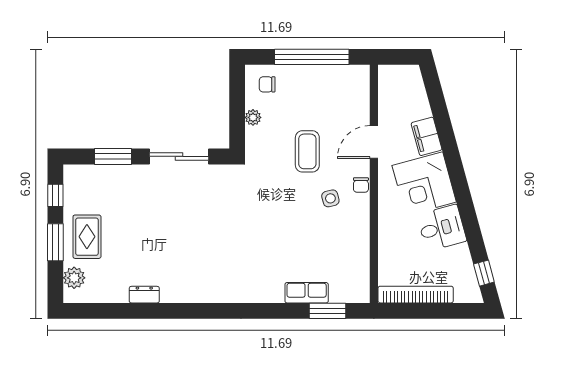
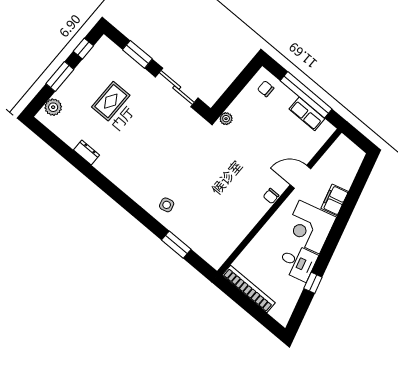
plant: (253, 117) -> (226, 119), moved
coffee table: (307, 151) -> (256, 149), removed
side table: (330, 198) -> (167, 205), moved
rug: (87, 237) -> (111, 101), moved
window: (484, 273) -> (313, 283), moved
row of seats: (307, 293) -> (307, 114), moved, turned 180
window: (327, 311) -> (176, 245), moved

